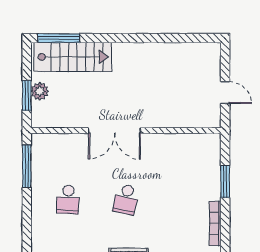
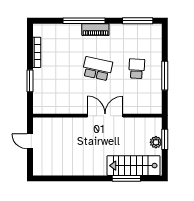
window: (59, 38) -> (126, 178), moved
window: (27, 166) -> (165, 76), moved
school desk: (126, 199) -> (97, 69), width x1.85

